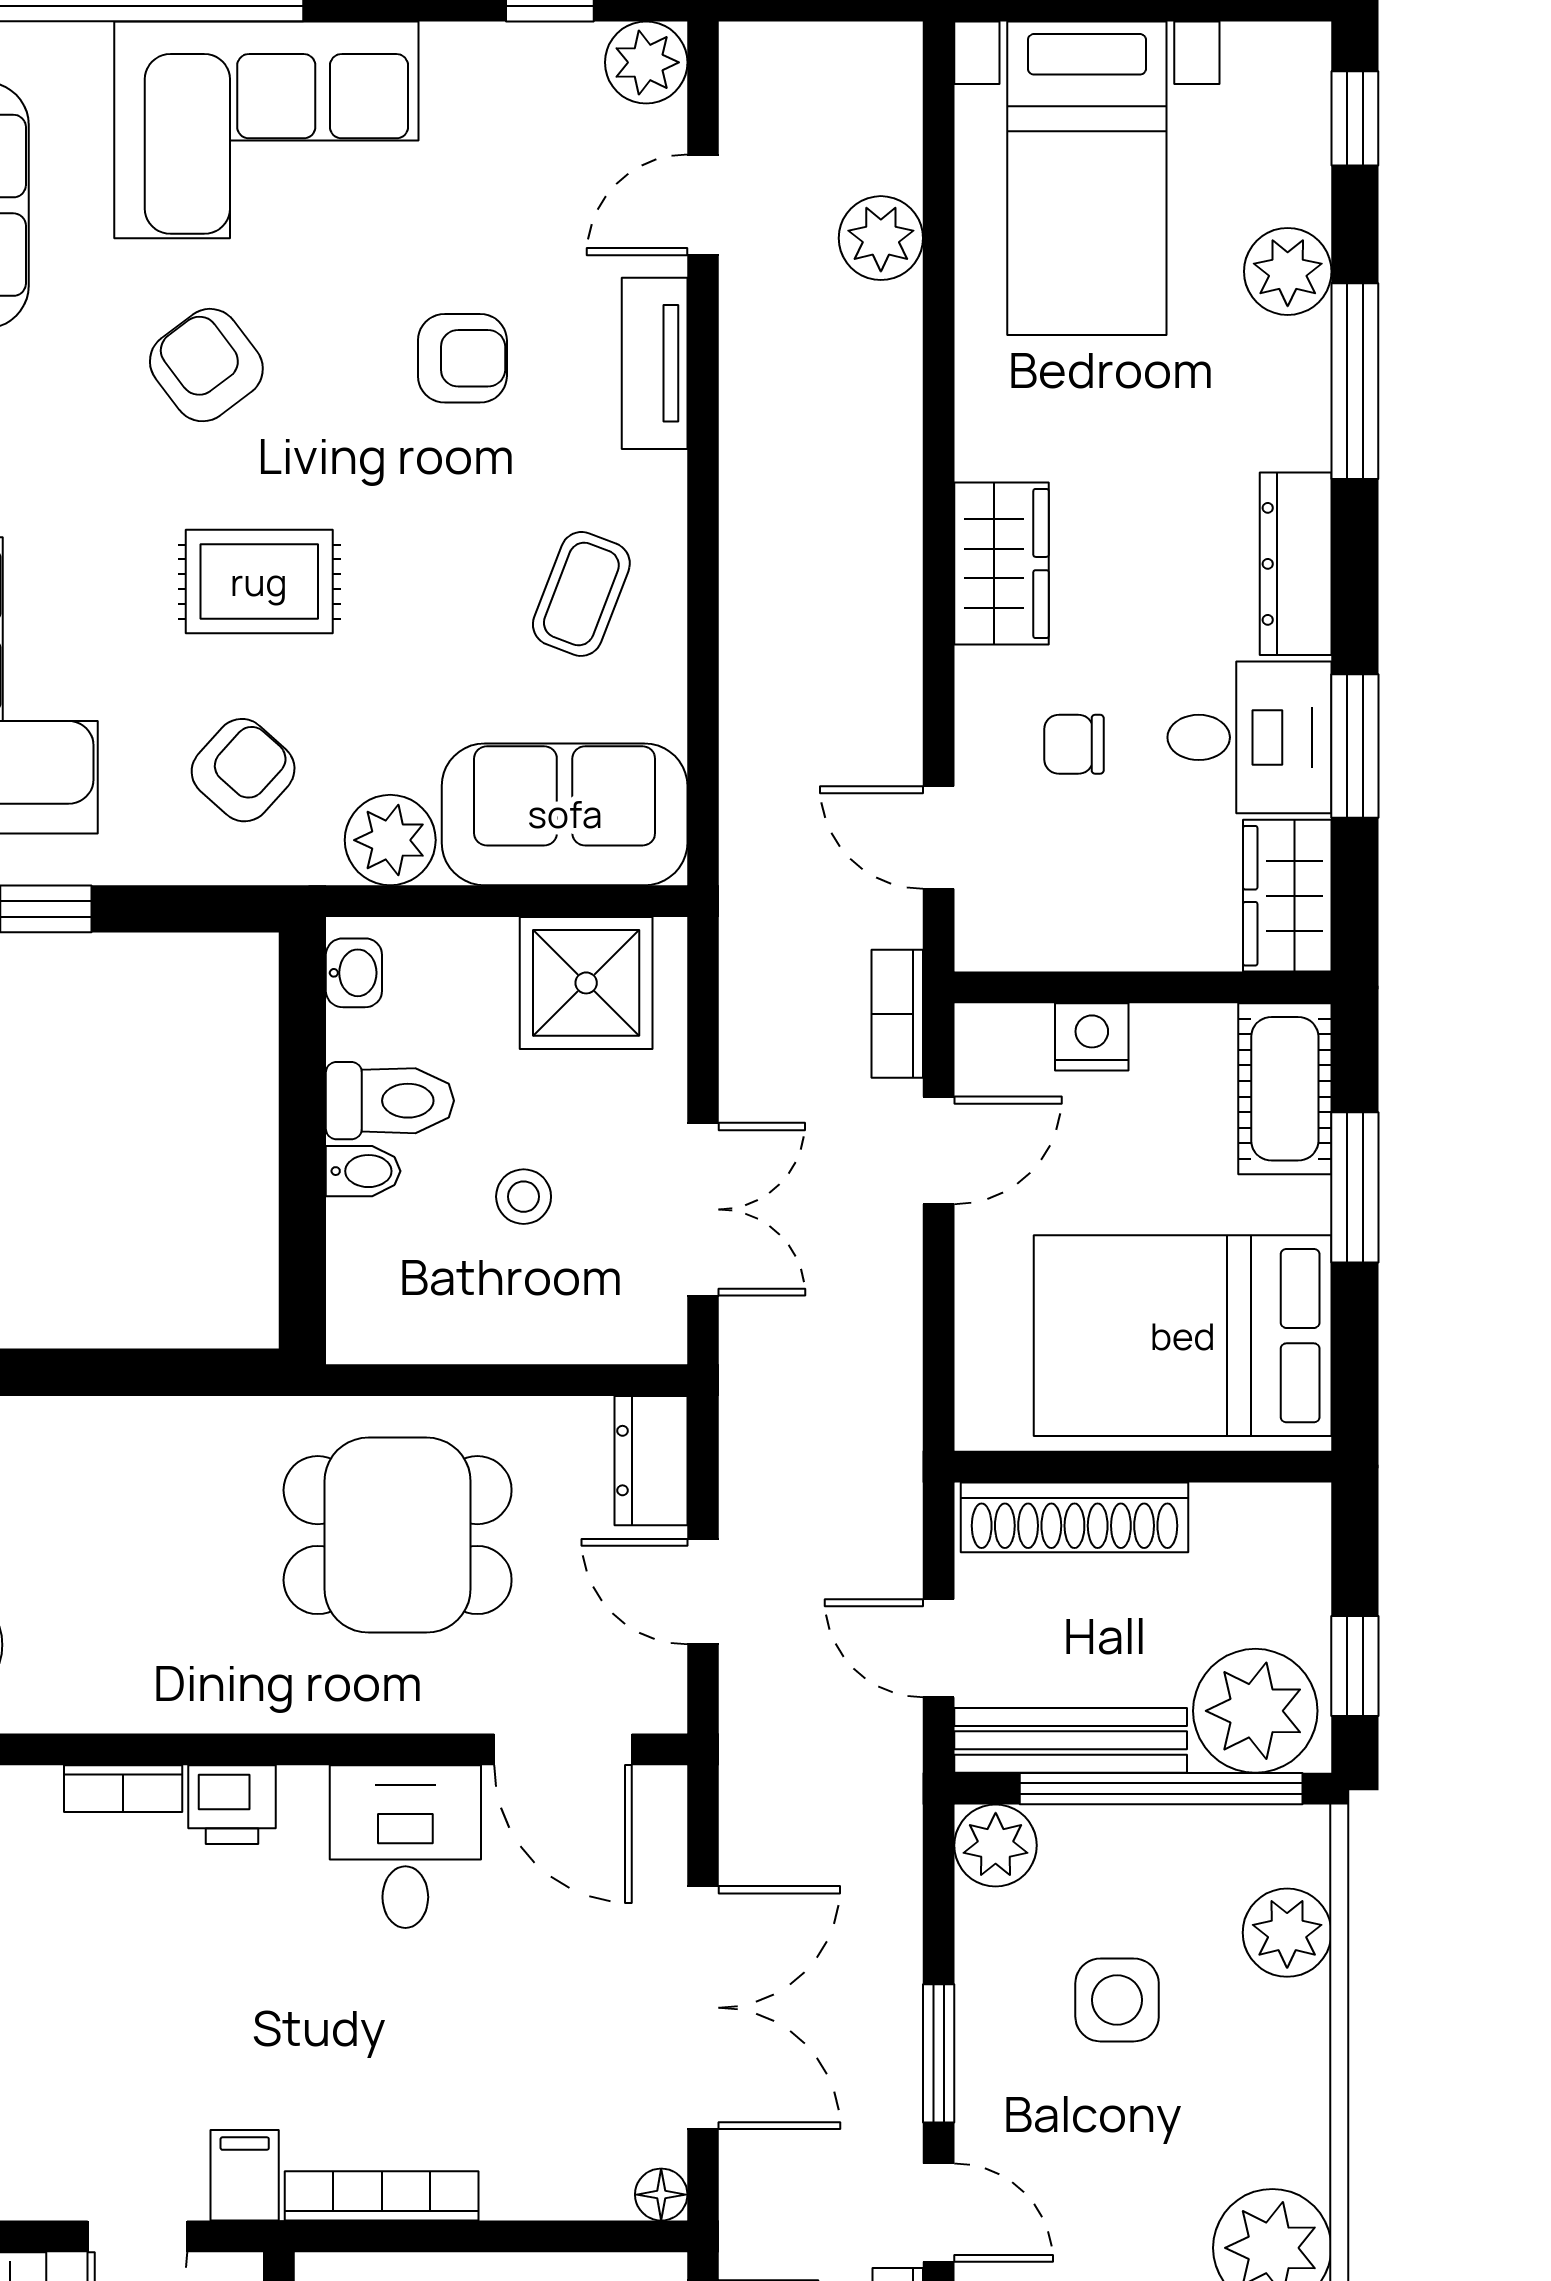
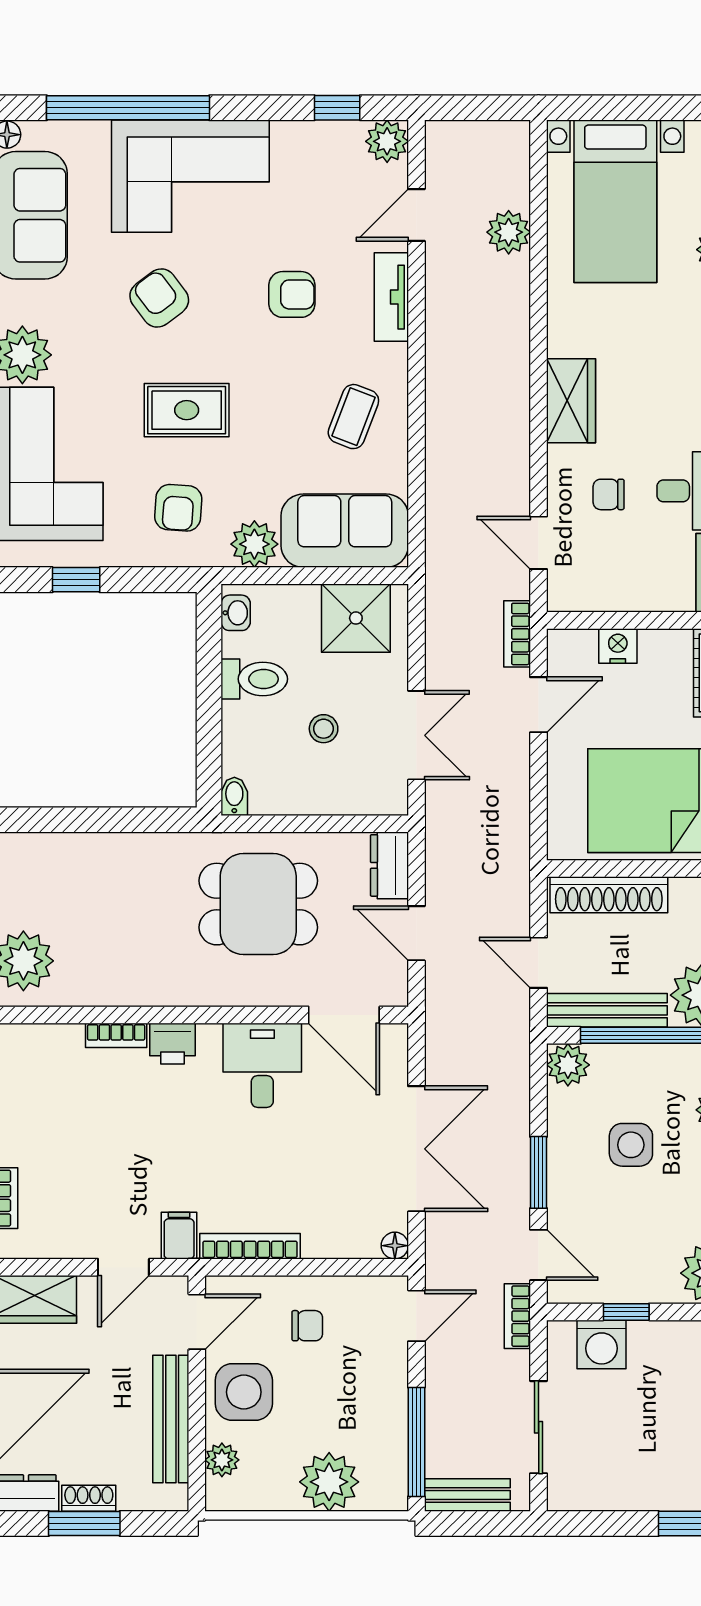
armchair: (243, 770) -> (178, 508), turned 142
bidet: (363, 1171) -> (234, 796), moved, turned -90

